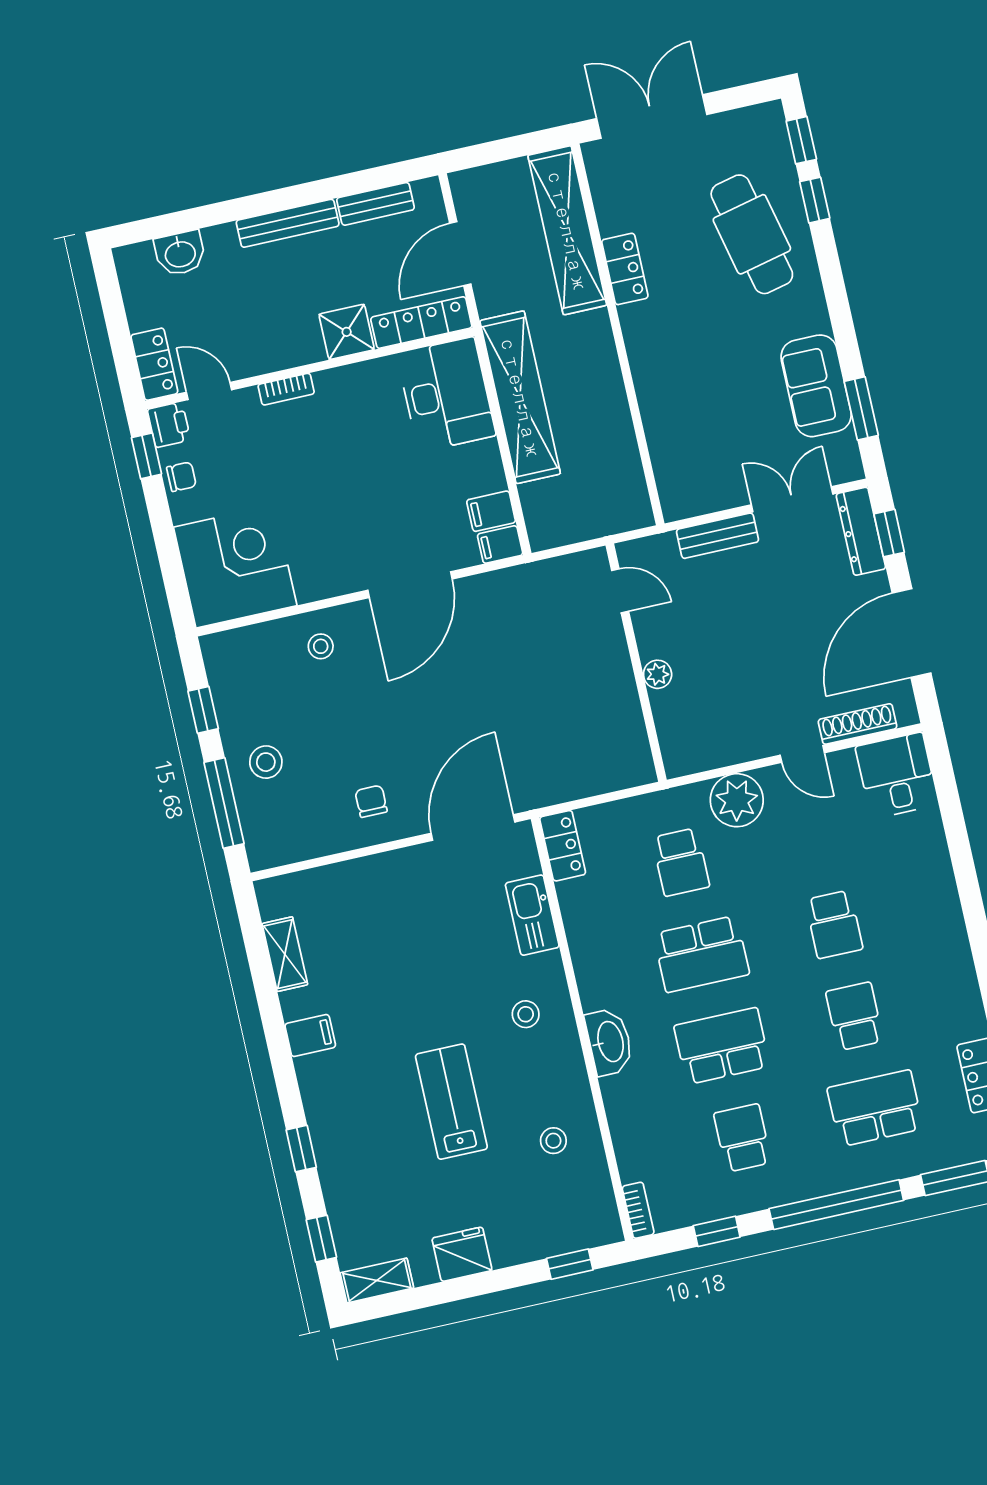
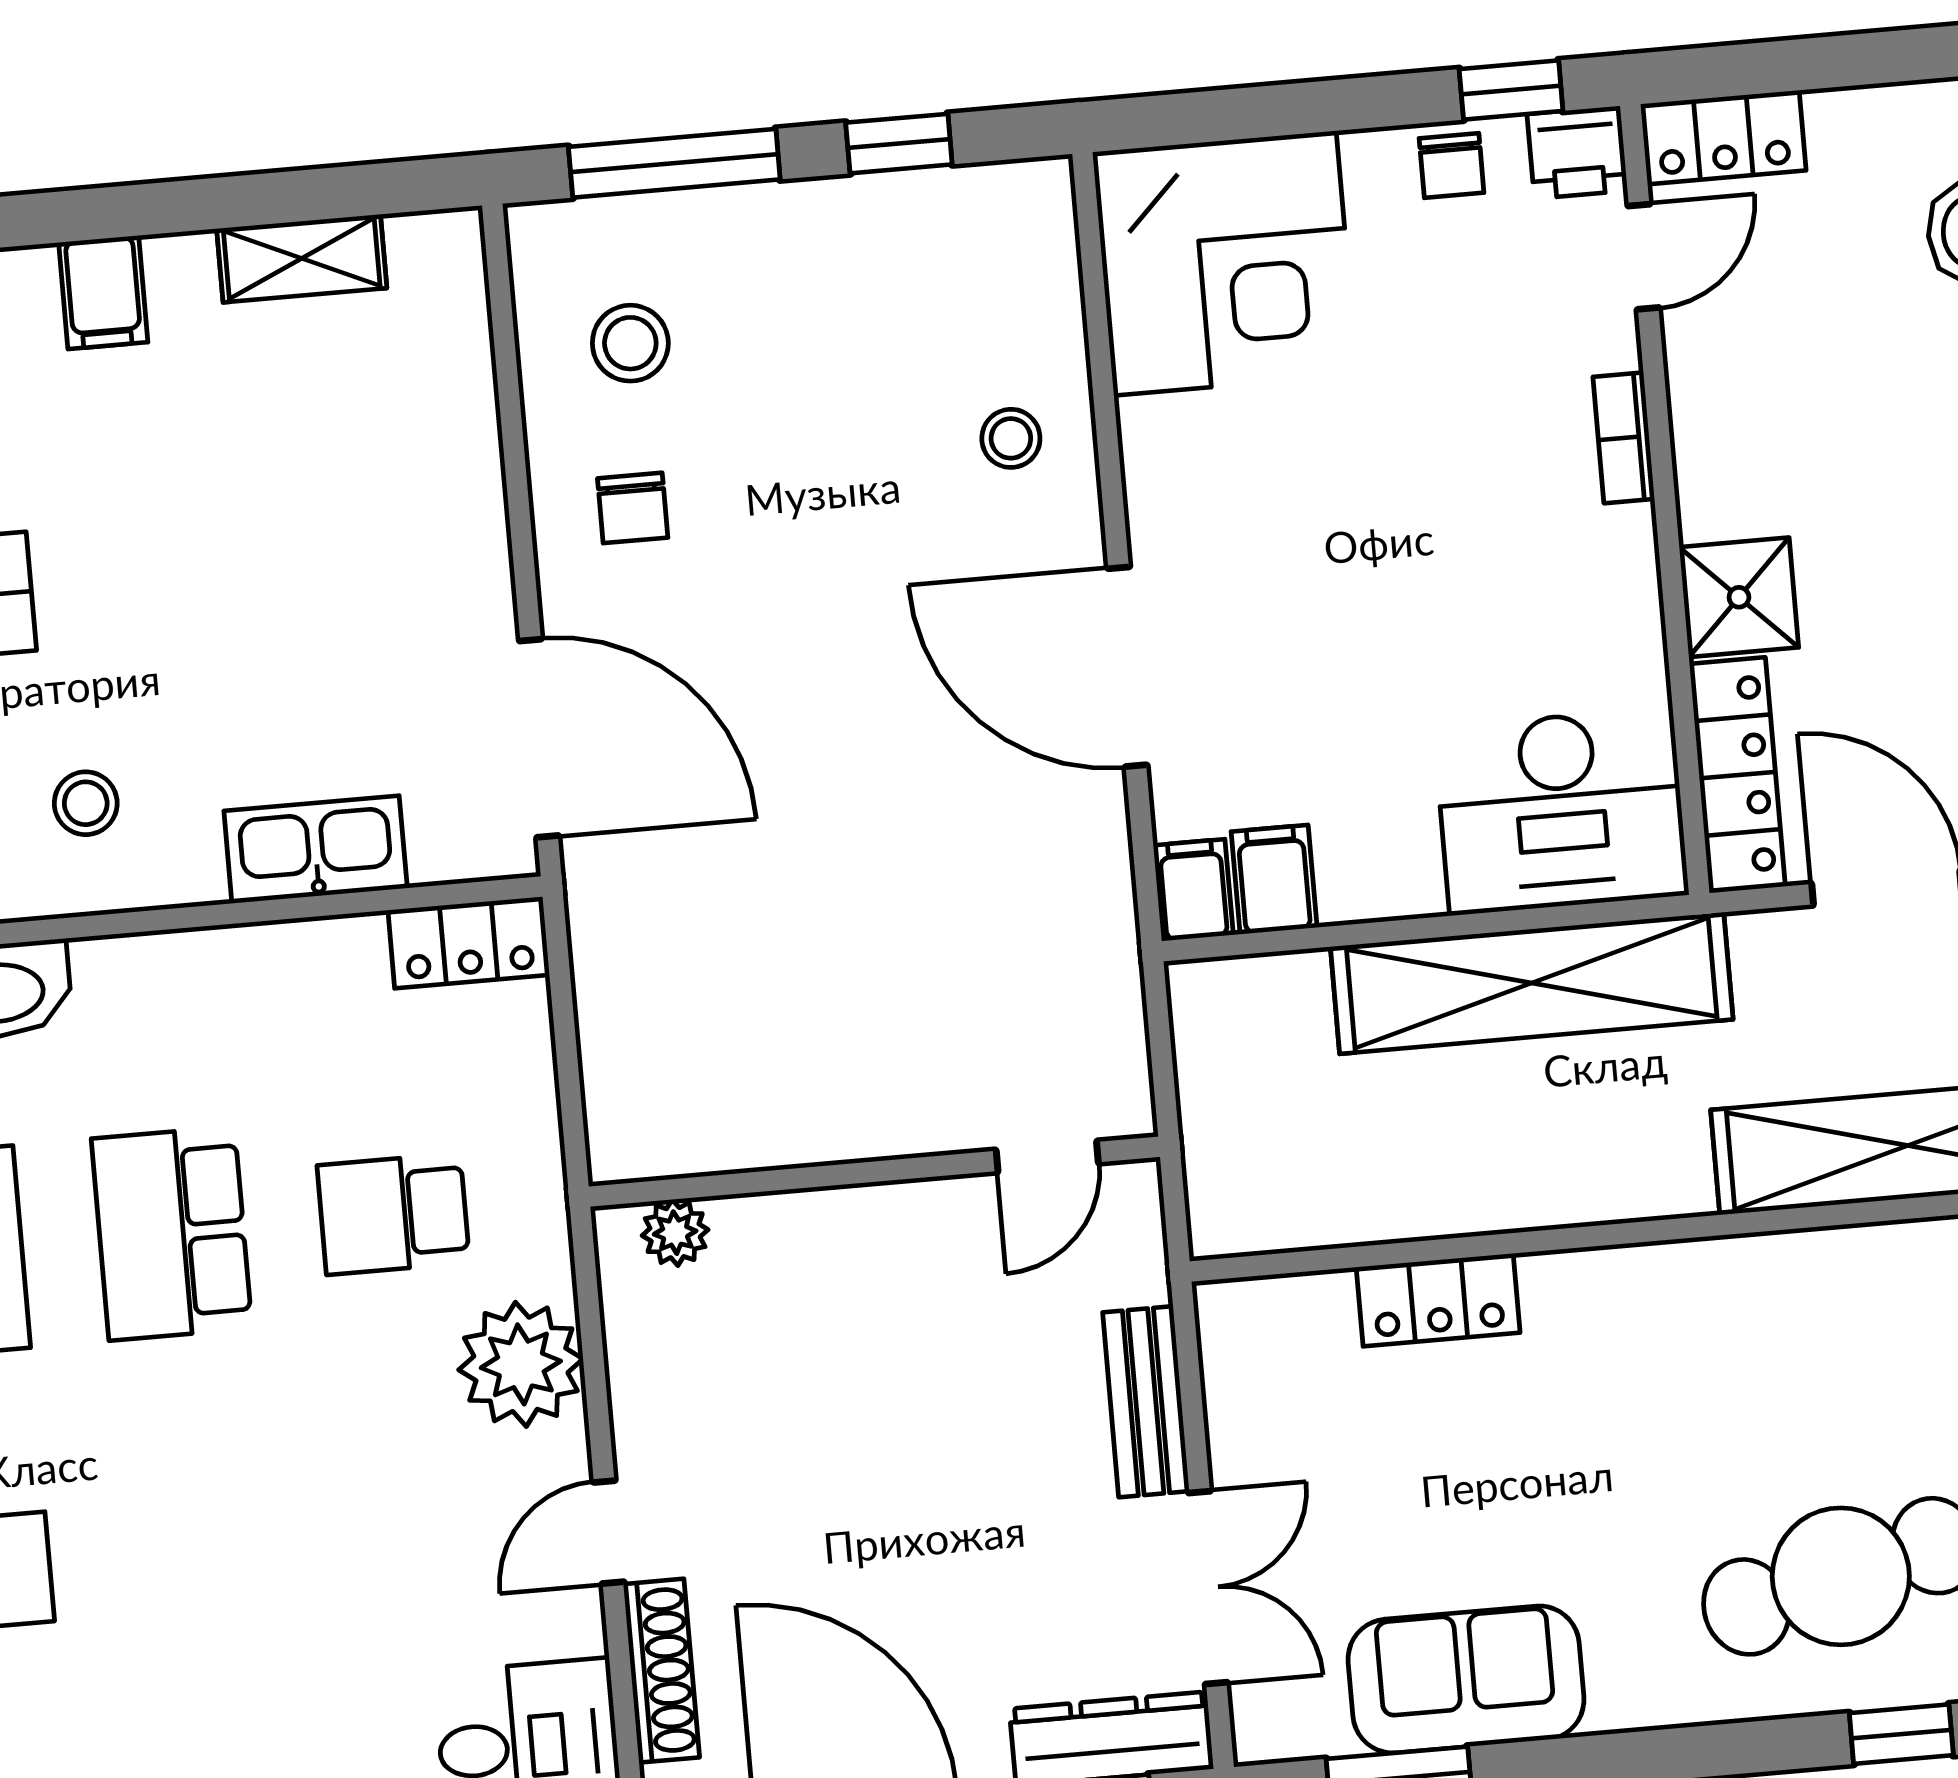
locker: (625, 269) -> (1438, 1300), moved
plant: (658, 674) -> (675, 1233), moved
stool: (266, 762) -> (630, 343), moved
chair: (371, 801) -> (633, 508), turned 90
school desk: (834, 924) -> (200, 1553), removed

